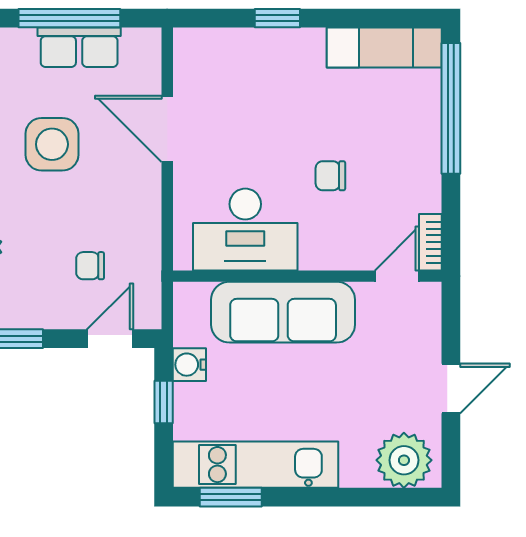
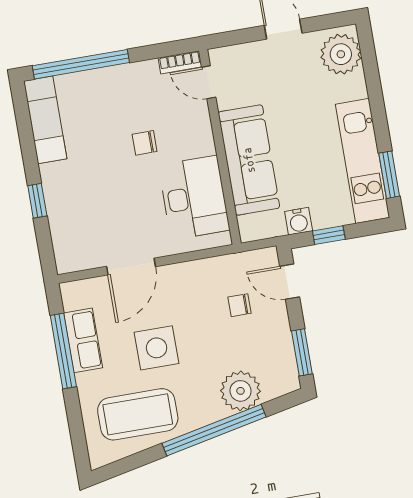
chair: (330, 176) -> (145, 143), turned 90
chair: (90, 266) -> (239, 305), turned 90

